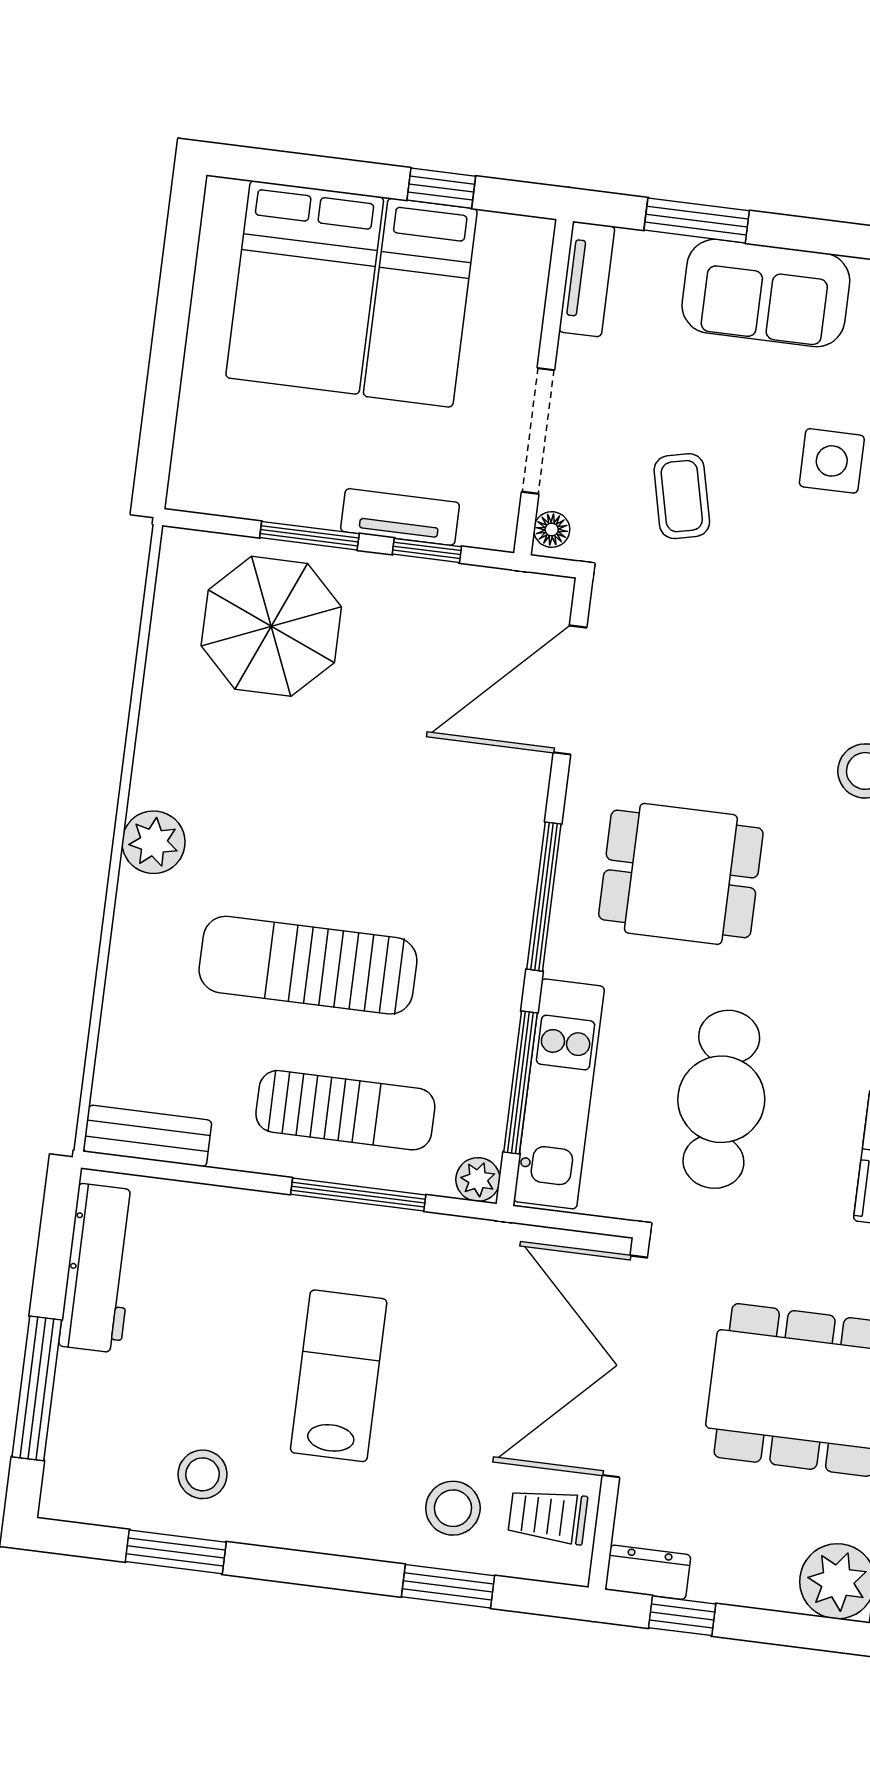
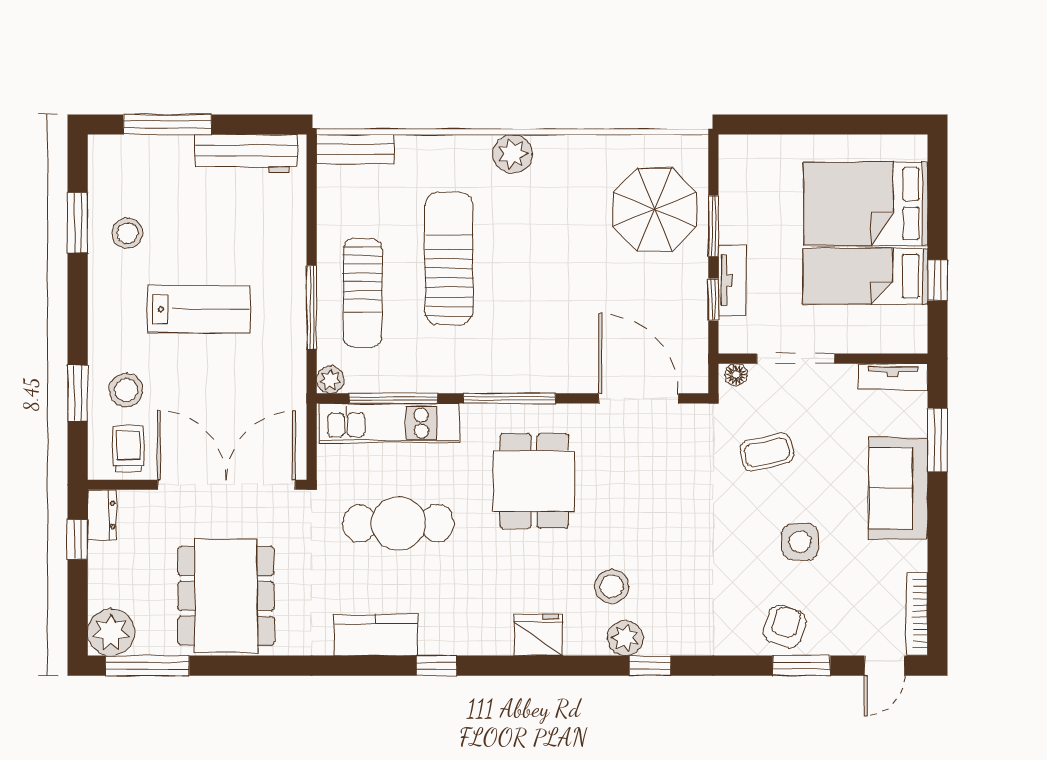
bench: (147, 1136) -> (355, 149), moved, turned 90

